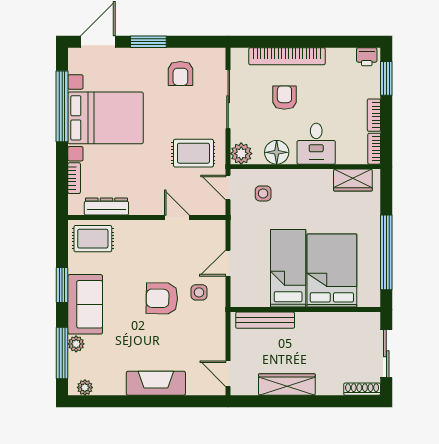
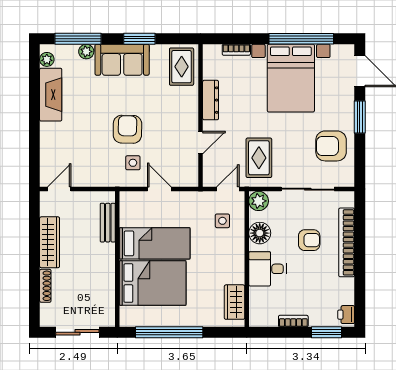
armchair: (180, 73) -> (331, 146), width x1.38, depth x1.38
bookcase: (374, 149) -> (263, 321), removed
dresser: (106, 207) -> (211, 100), moved
bench: (265, 320) -> (108, 223), width x0.73
fireplace: (156, 383) -> (51, 95), moved
shoe rack: (362, 389) -> (45, 286), moved

